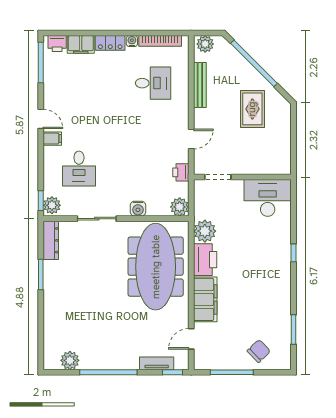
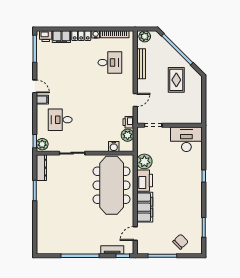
desk: (79, 169) -> (60, 120), turned 90
plant: (180, 207) -> (128, 135), moved
water cooler: (138, 209) -> (114, 146), moved
plant: (70, 360) -> (54, 248), removed

